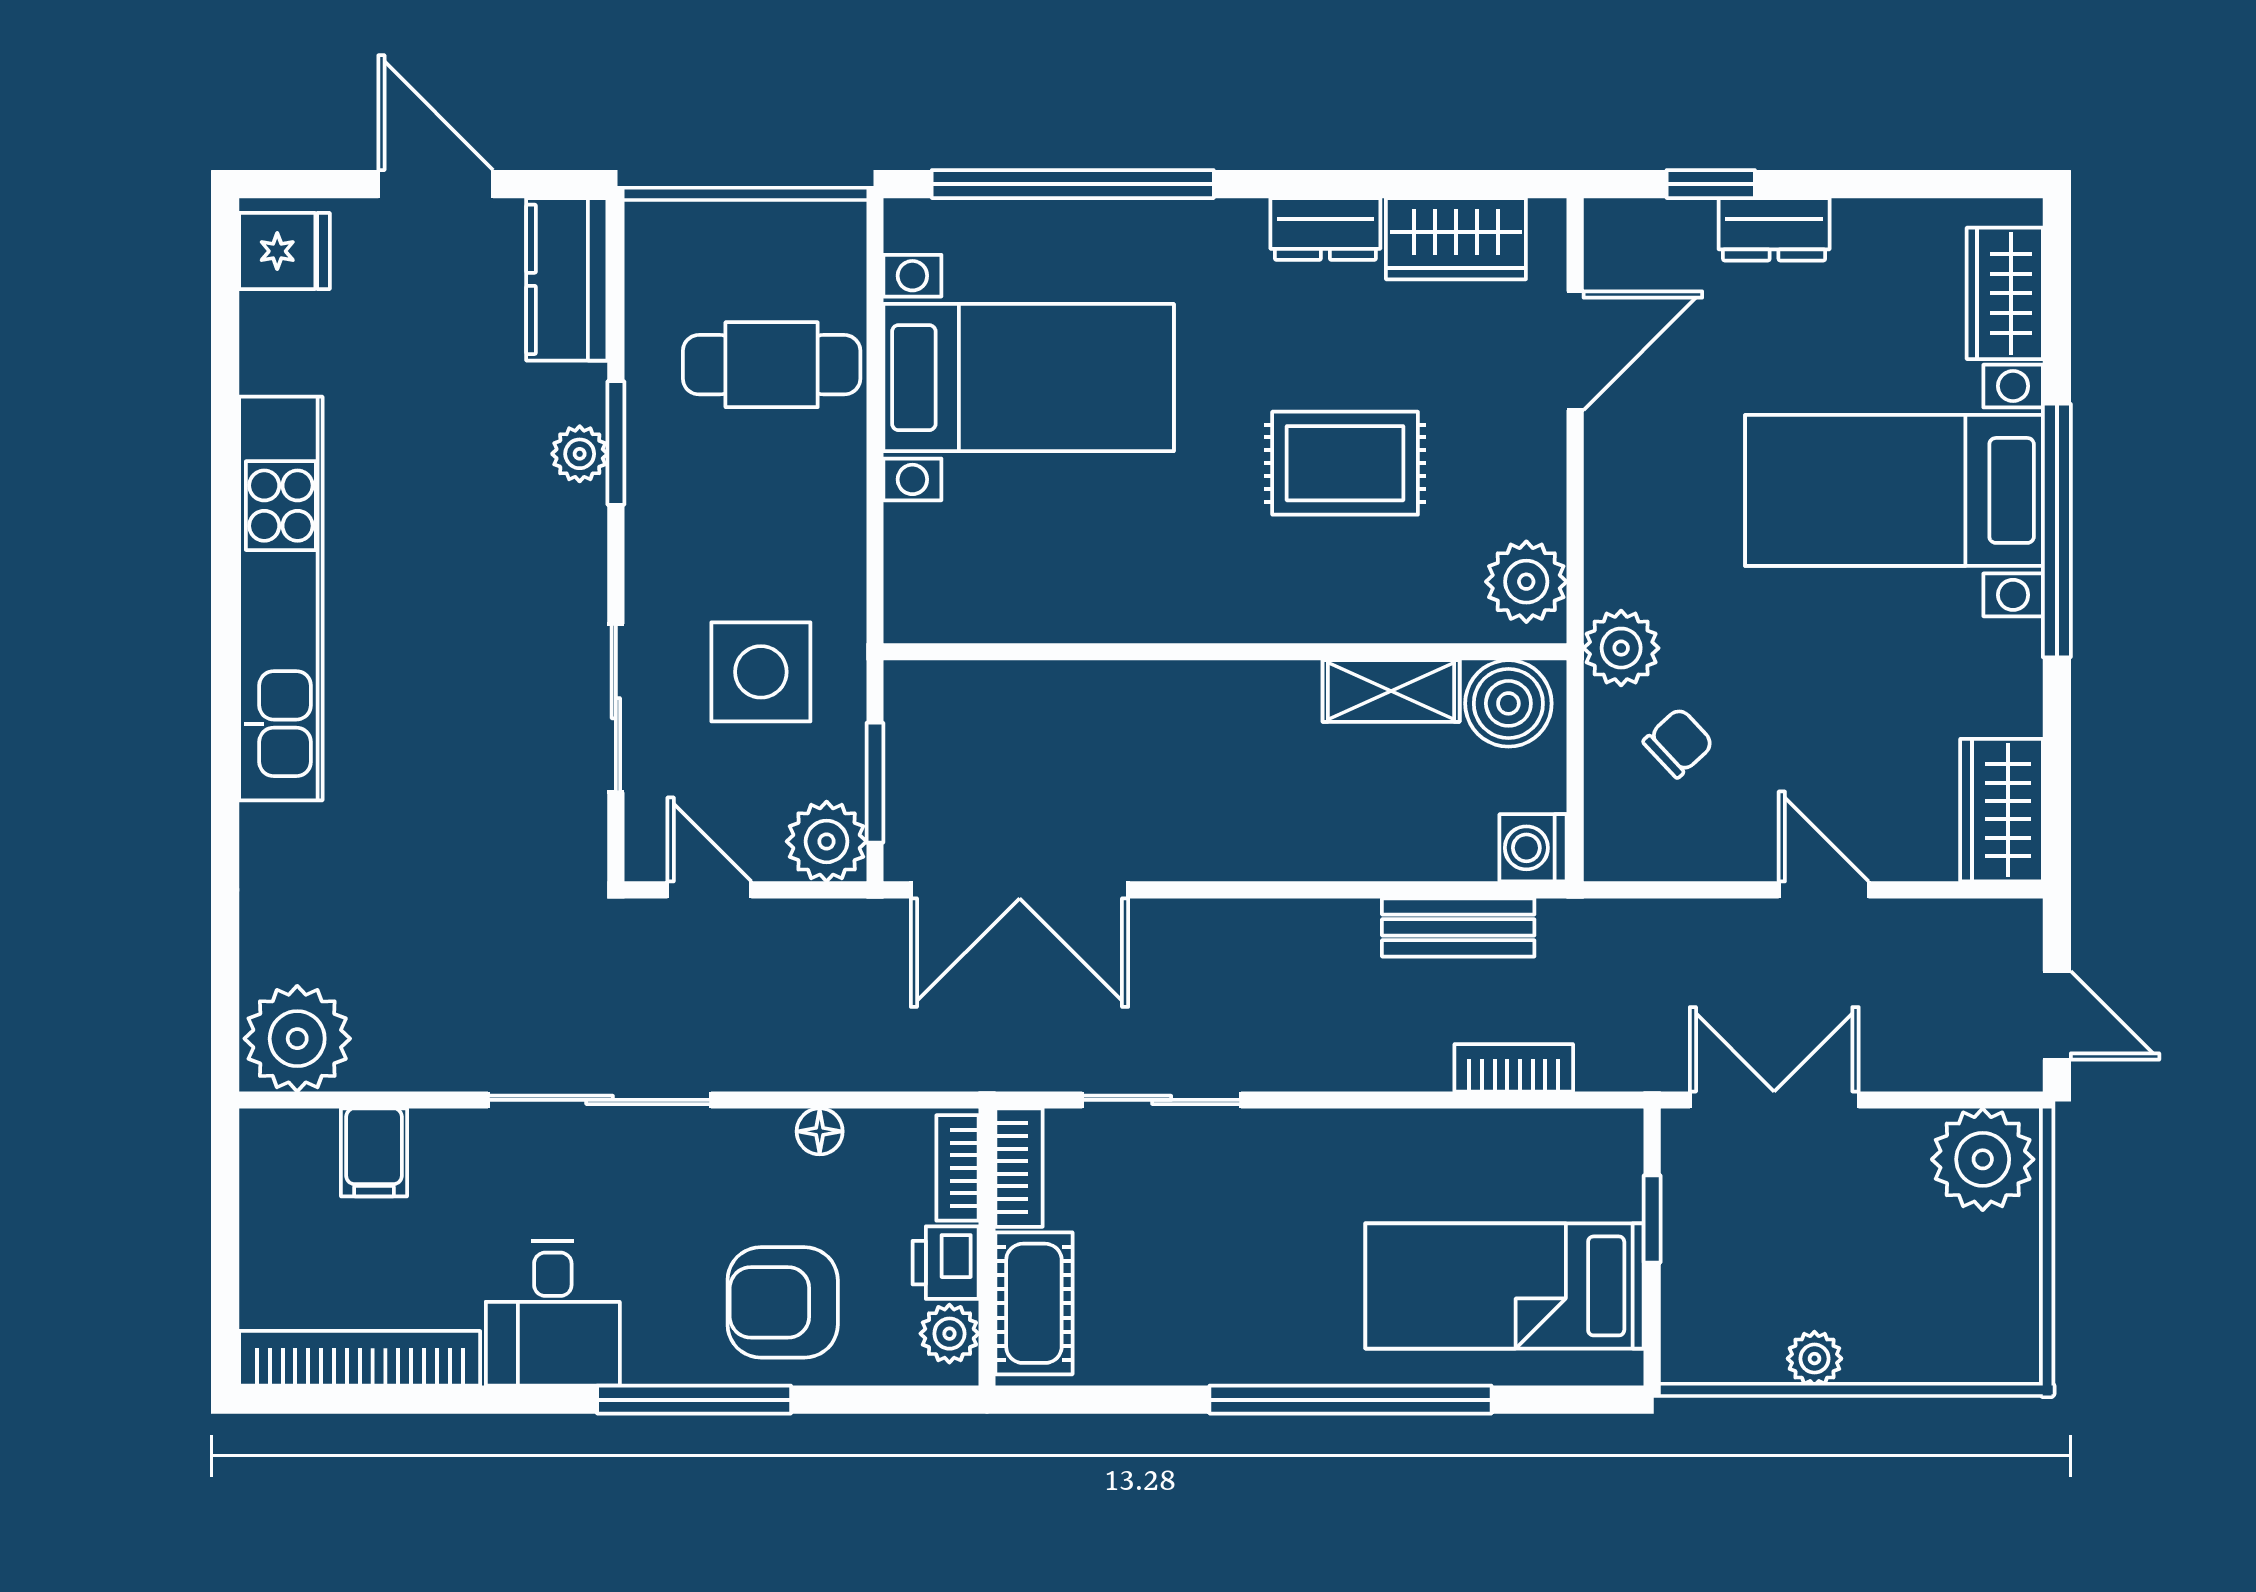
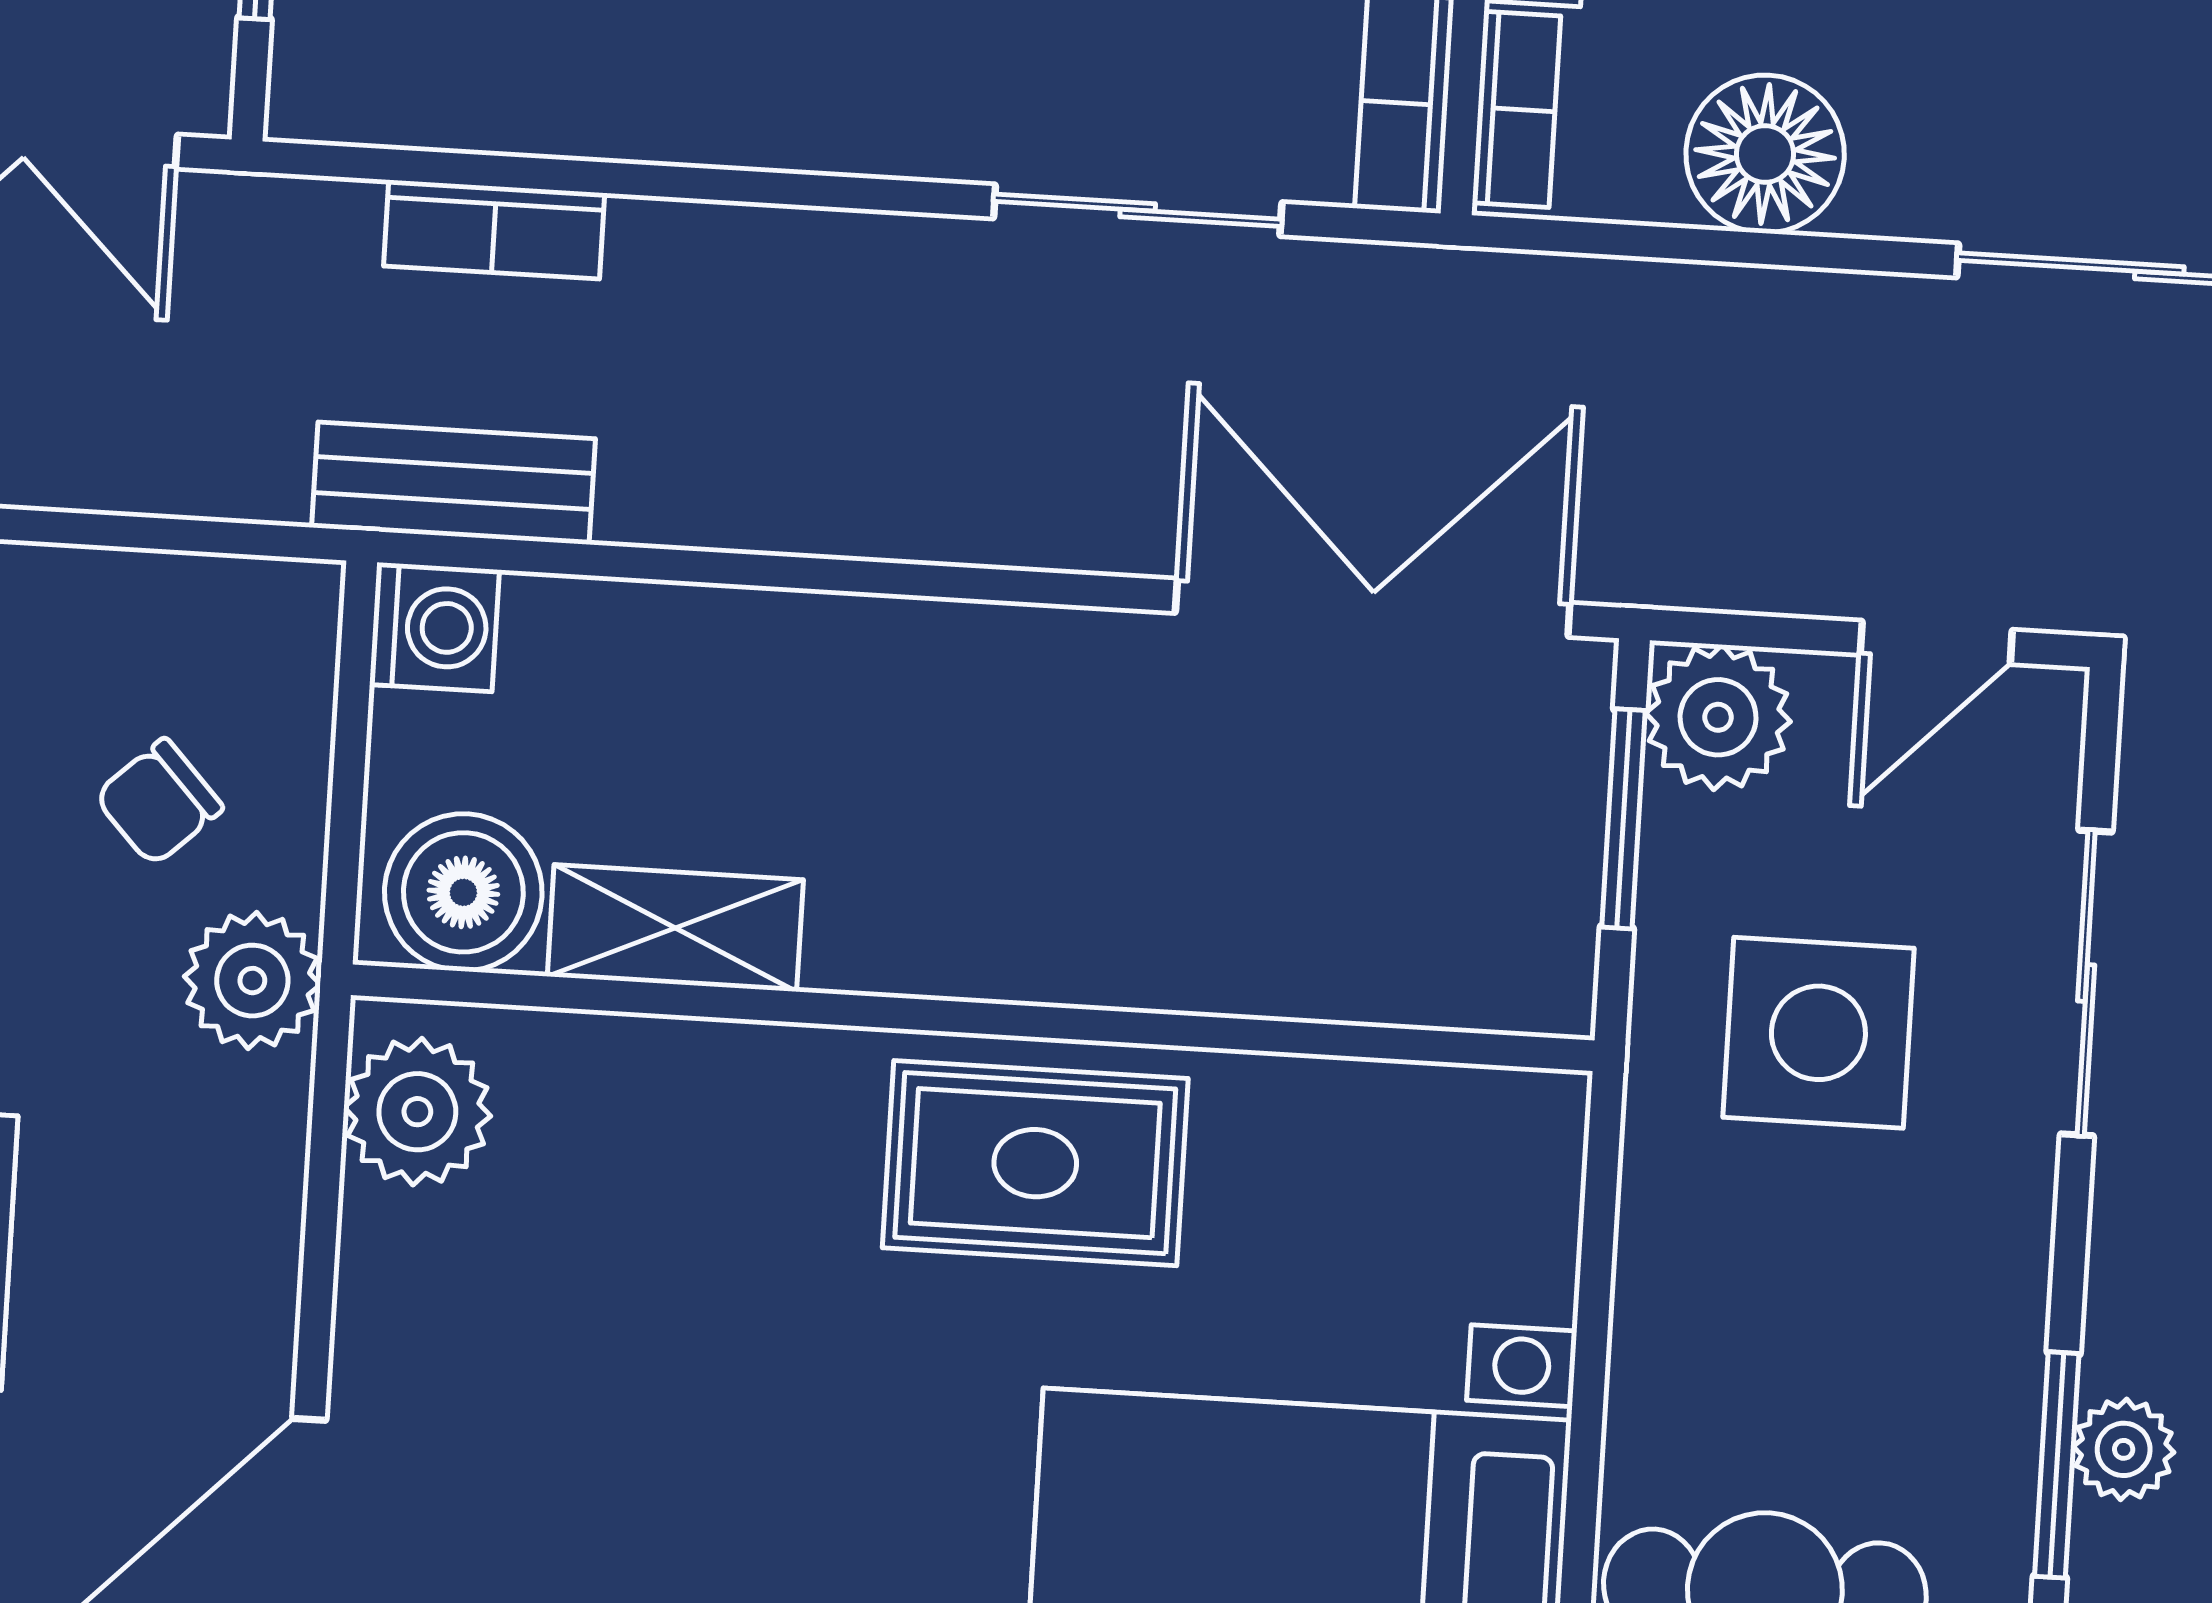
rug: (1345, 463) -> (1035, 1163), moved
door: (709, 890) -> (1936, 642), hinge flipped
bench: (1458, 927) -> (454, 483), moved
floor lamp: (820, 1131) -> (1765, 154), width x1.89, depth x1.89

